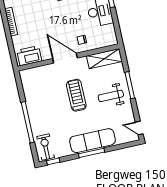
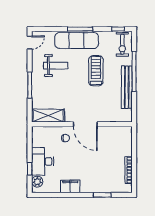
printer: (29, 56) -> (119, 134), removed
treadmill: (76, 95) -> (96, 71), moved, turned 180
weight bench: (111, 96) -> (56, 66), moved
bench: (32, 105) -> (127, 87), added
door: (139, 128) -> (30, 43), hinge flipped

